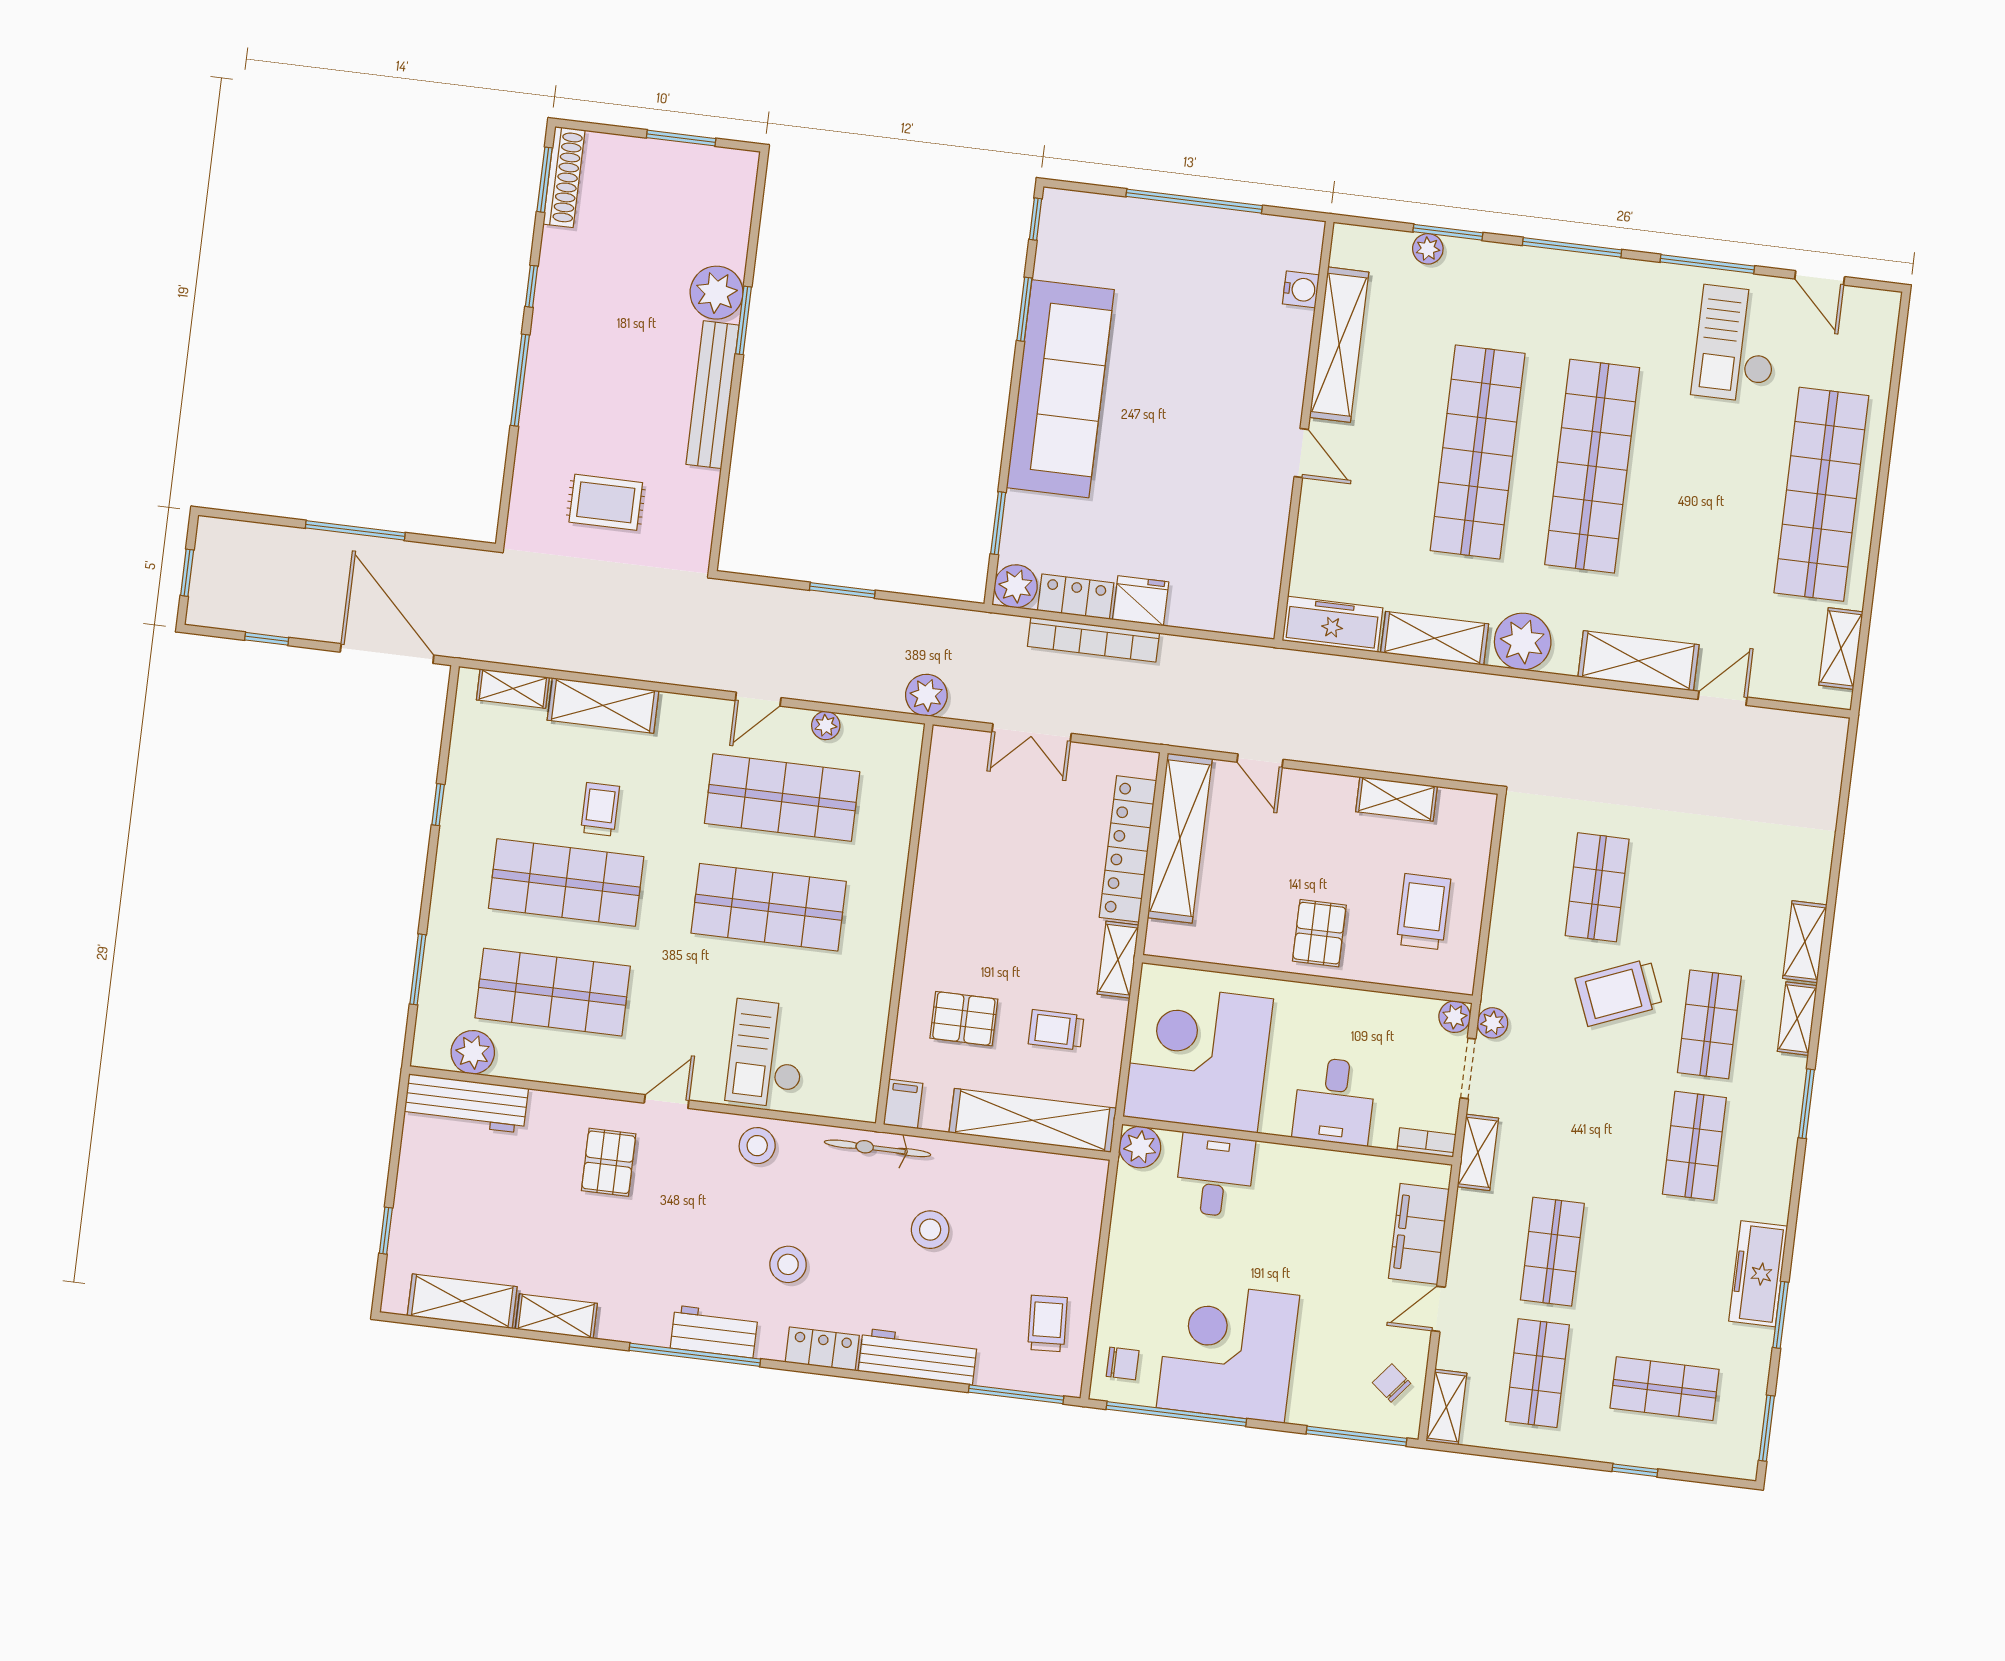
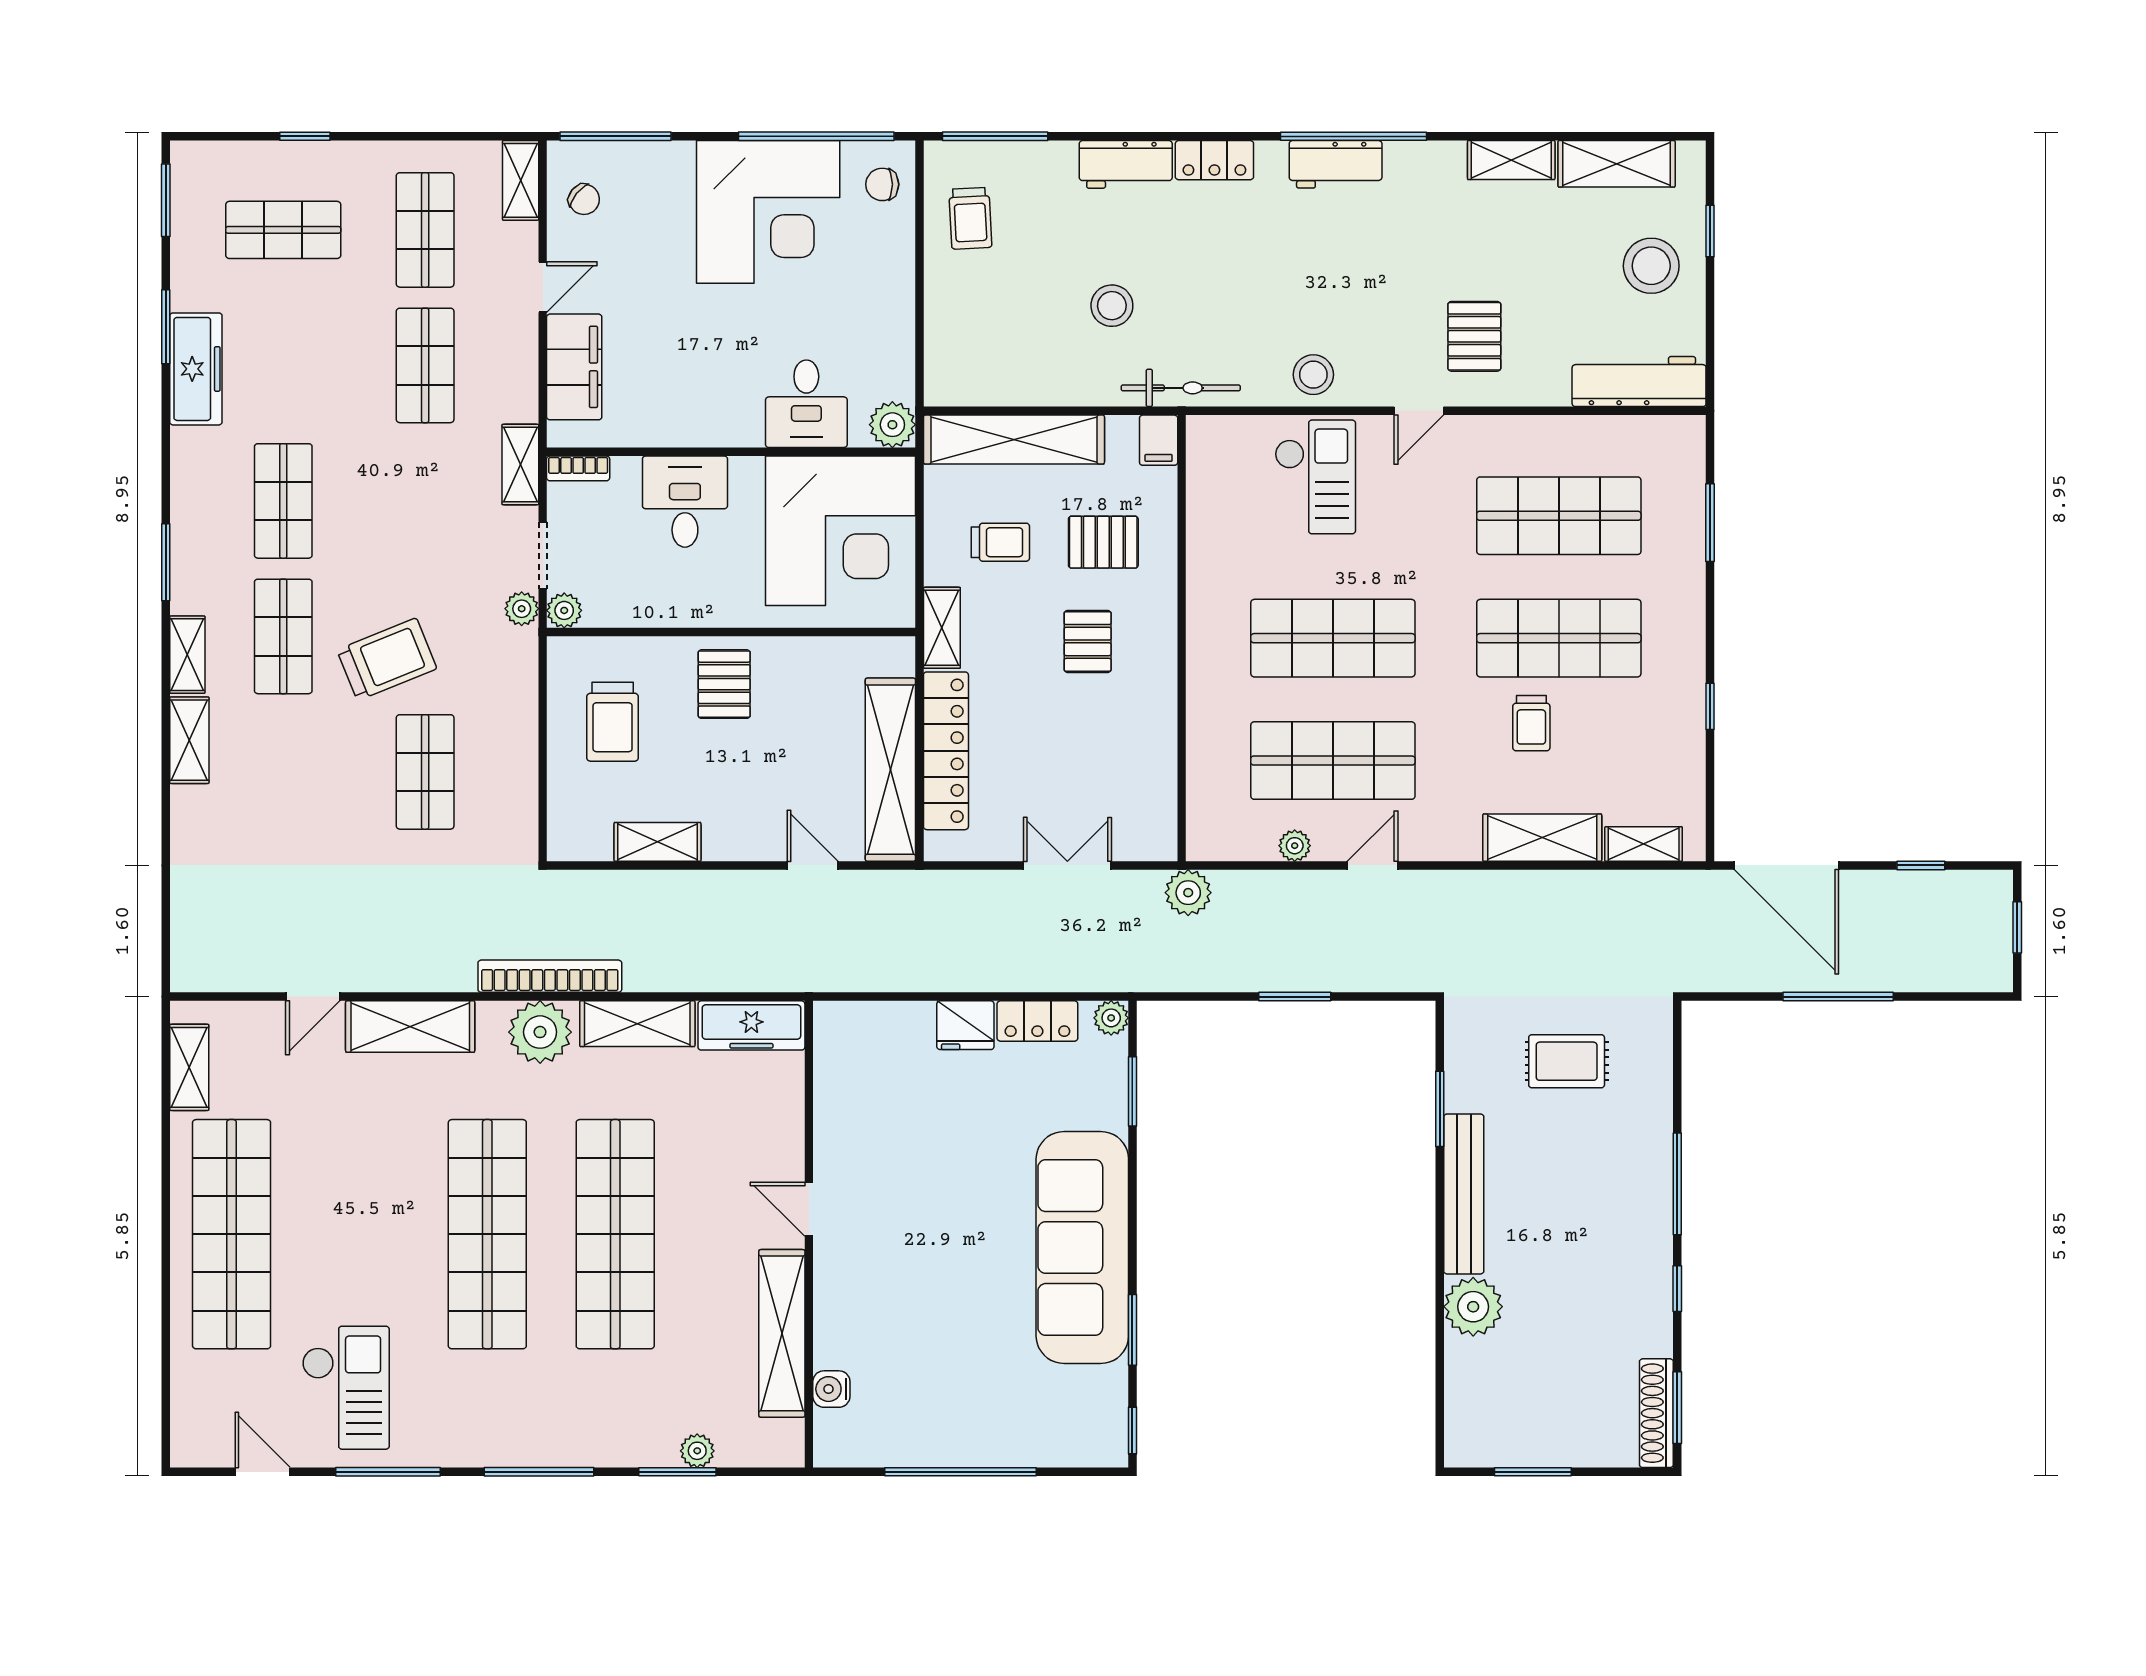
window: (744, 320) -> (1440, 1109), moved
plant: (1016, 586) -> (1111, 1018), width x0.73, depth x0.73
bookcase: (1093, 640) -> (550, 976), moved
pallet: (989, 931) -> (1088, 641), added
plant: (473, 1052) -> (1639, 439), removed
stool: (788, 1264) -> (1651, 266), moved, width x1.38, depth x1.38
workbench: (918, 1357) -> (1126, 164), width x0.73

